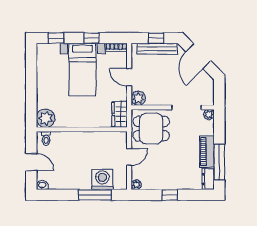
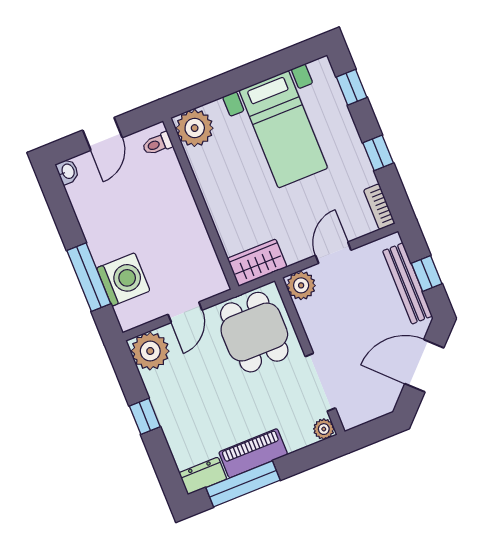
bed with nightstands: (82, 70) -> (283, 129), moved, turned -90
door: (129, 157) -> (185, 312), hinge flipped
plant: (136, 185) -> (150, 351), width x1.88, depth x1.88

